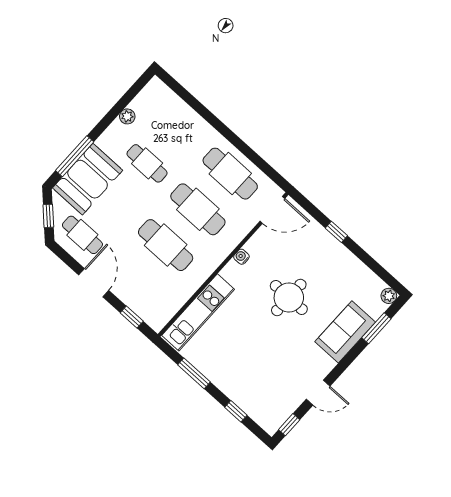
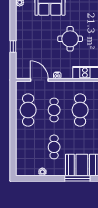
cafe table: (198, 209) -> (54, 110), width x0.73, depth x0.74
door: (272, 210) -> (39, 80), moved
round table: (289, 297) -> (70, 39), moved

